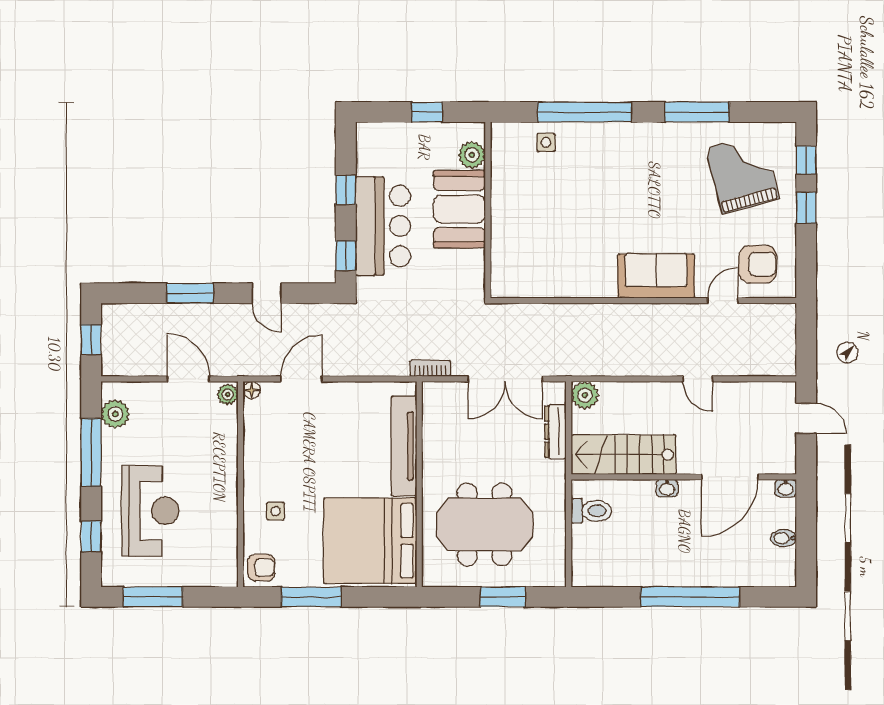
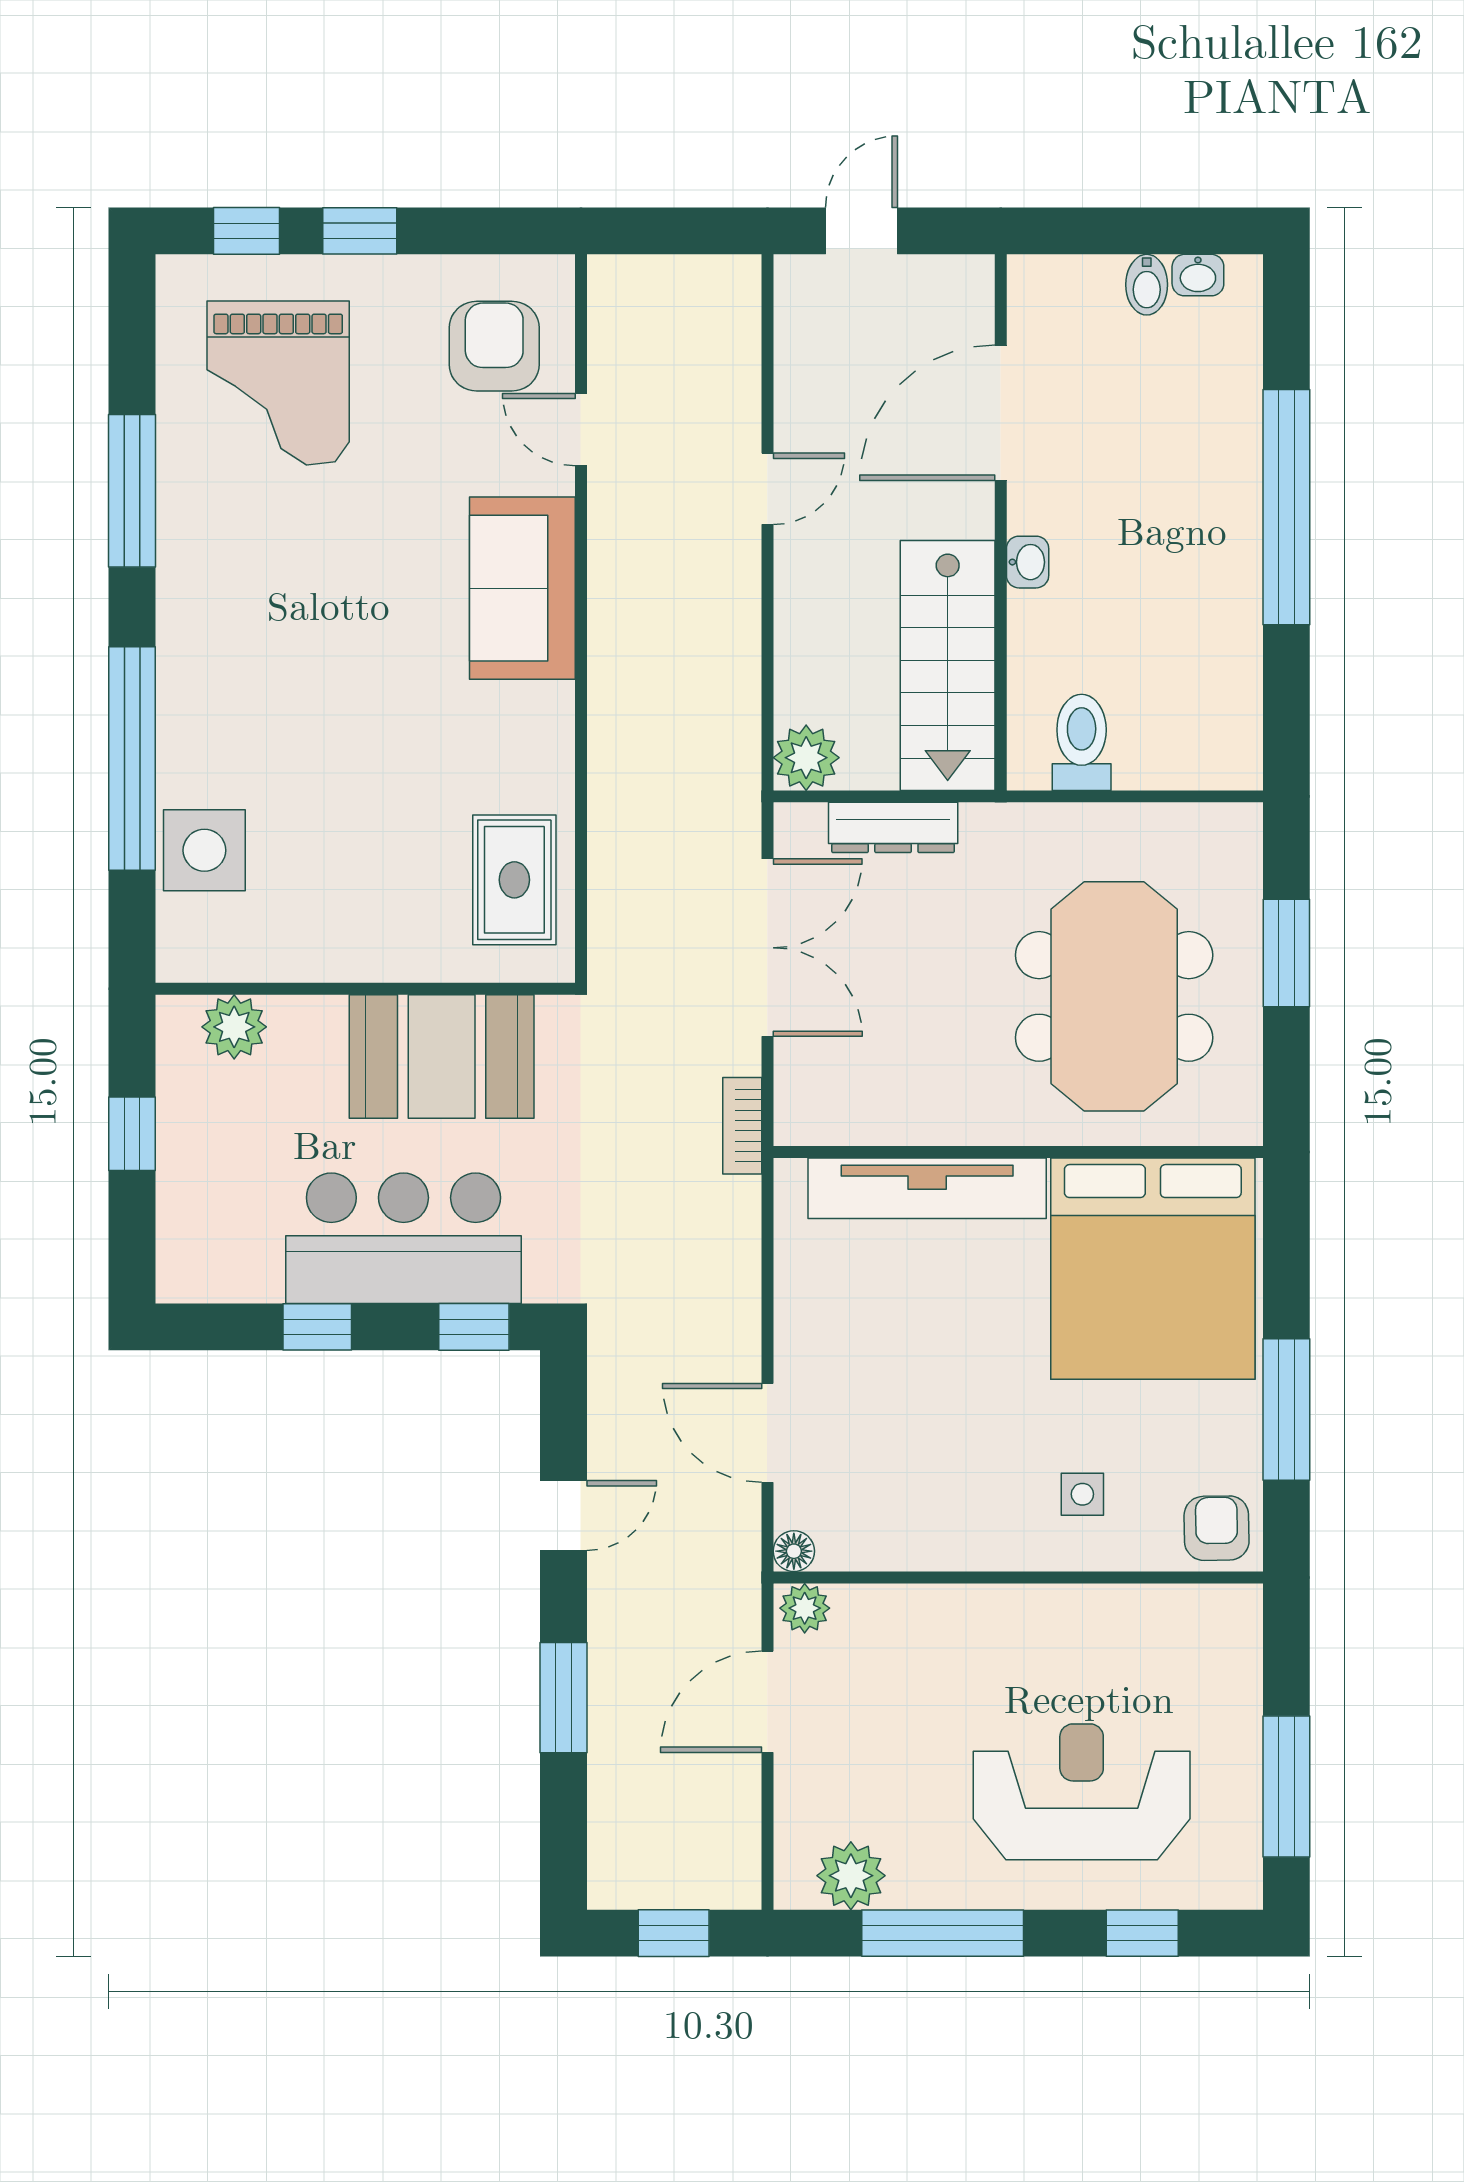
side table: (546, 142) -> (204, 850), width x1.87, depth x1.87
grand piano: (742, 173) -> (278, 383), turned -75
booth: (459, 209) -> (442, 1056), moved
rug: (534, 273) -> (514, 880), added
door: (730, 477) -> (1001, 413), swing flipped
washbasin: (786, 488) -> (1198, 275), moved, turned 90

